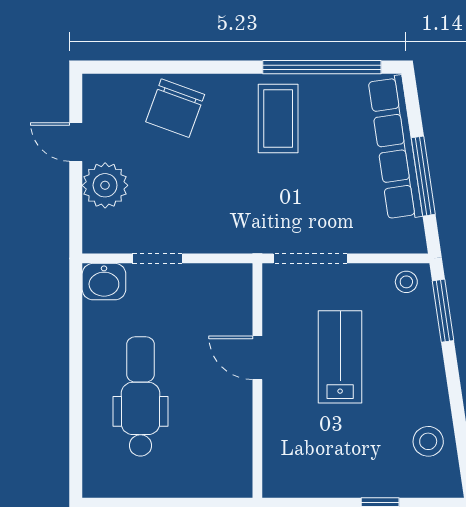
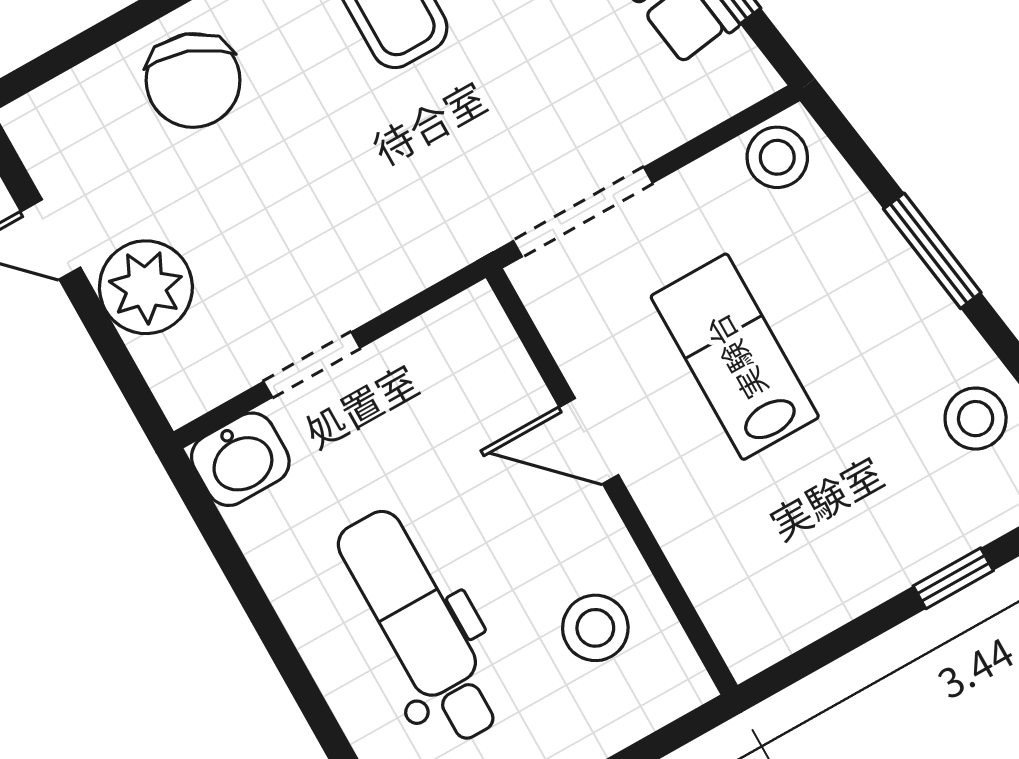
stool: (406, 282) -> (777, 157), width x1.37, depth x1.37
window: (443, 311) -> (932, 251), moved
stool: (215, 439) -> (595, 628), added

